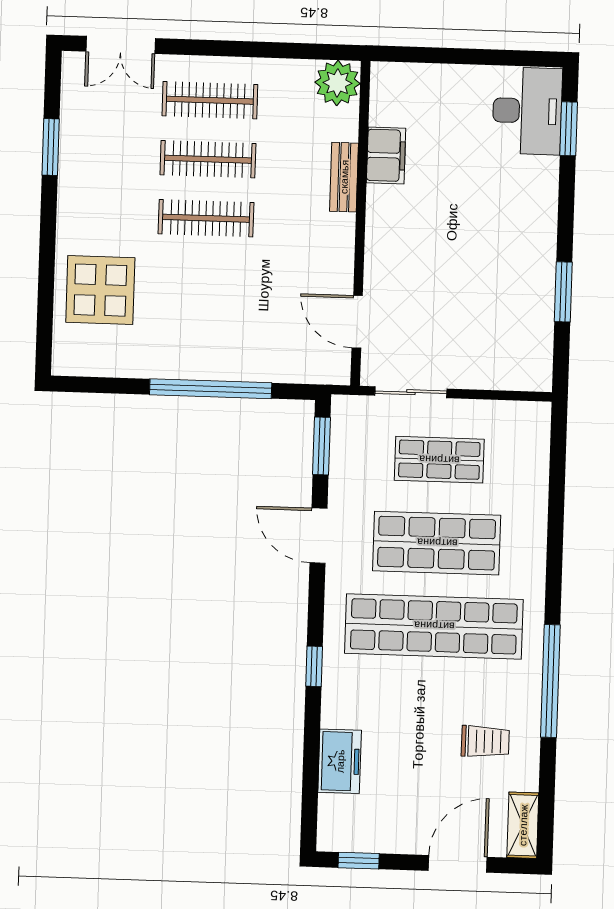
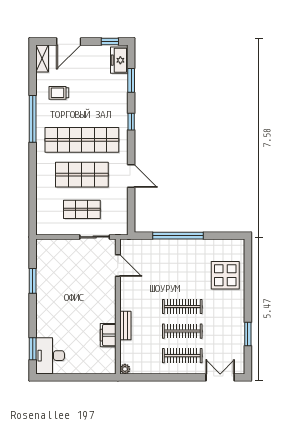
plant: (337, 83) -> (125, 369), width x0.53, depth x0.53
window: (321, 446) -> (131, 80), moved
freezer: (340, 761) -> (119, 60), moved

